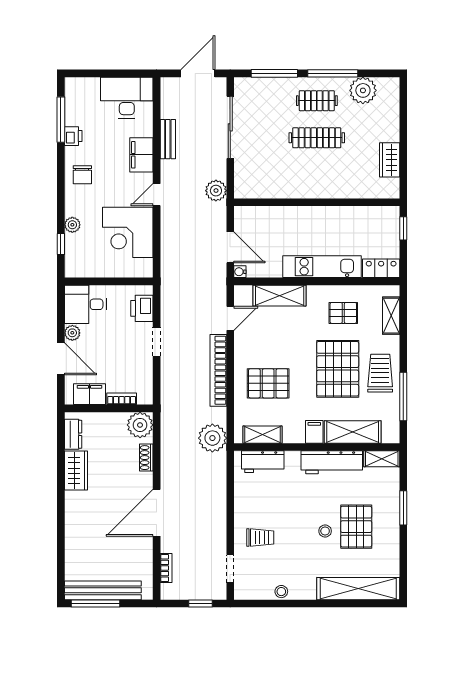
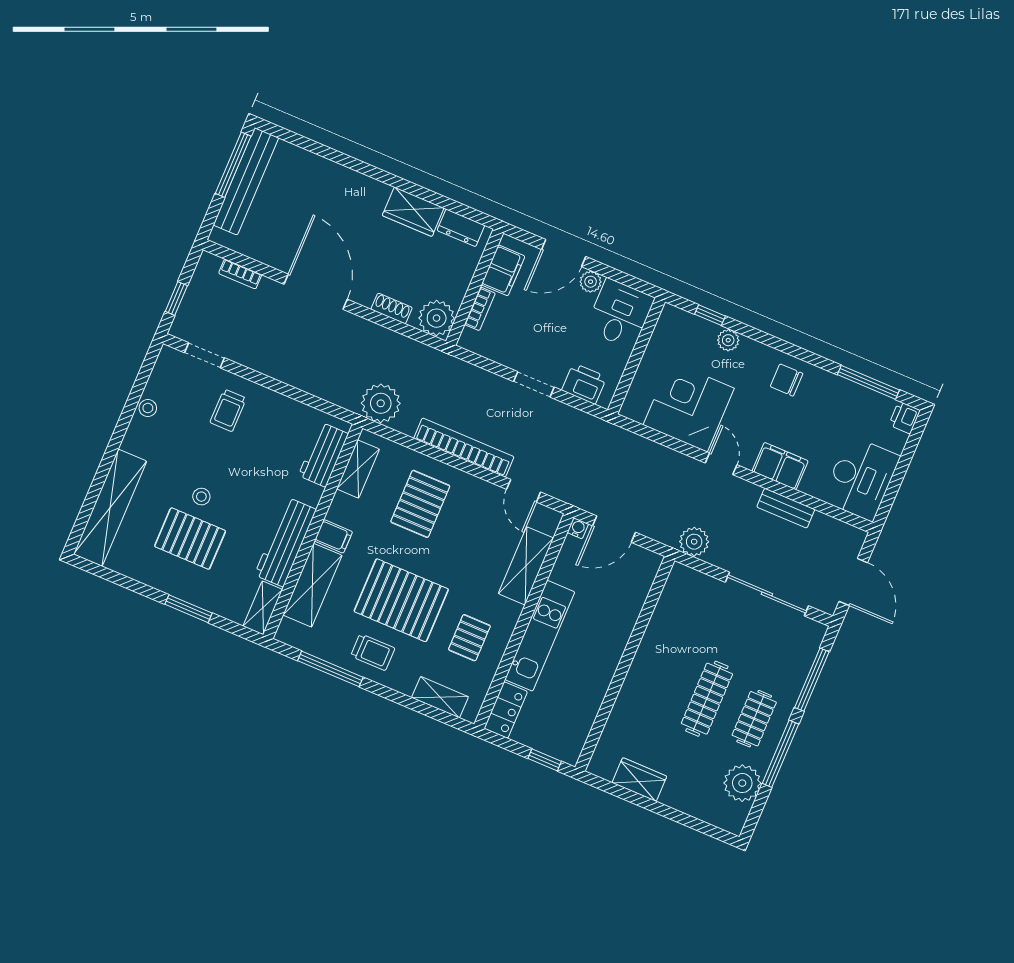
printer: (73, 136) -> (905, 418), moved, turned 90
trolley: (380, 373) -> (373, 652), width x0.73, depth x0.72

